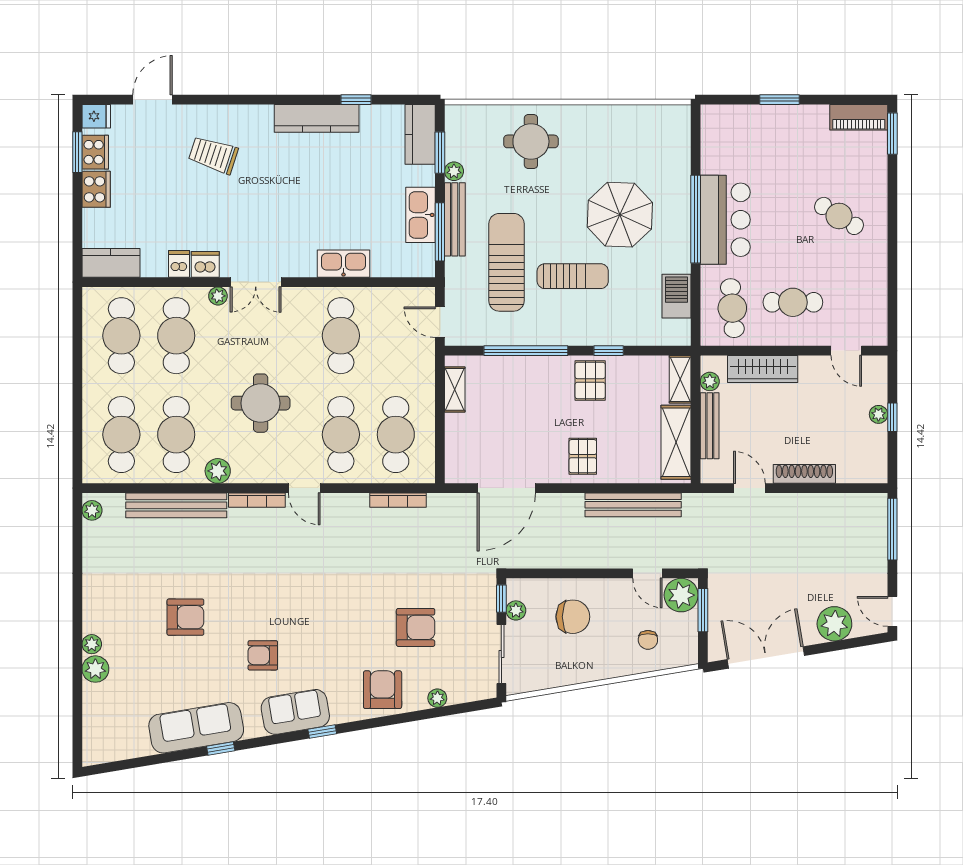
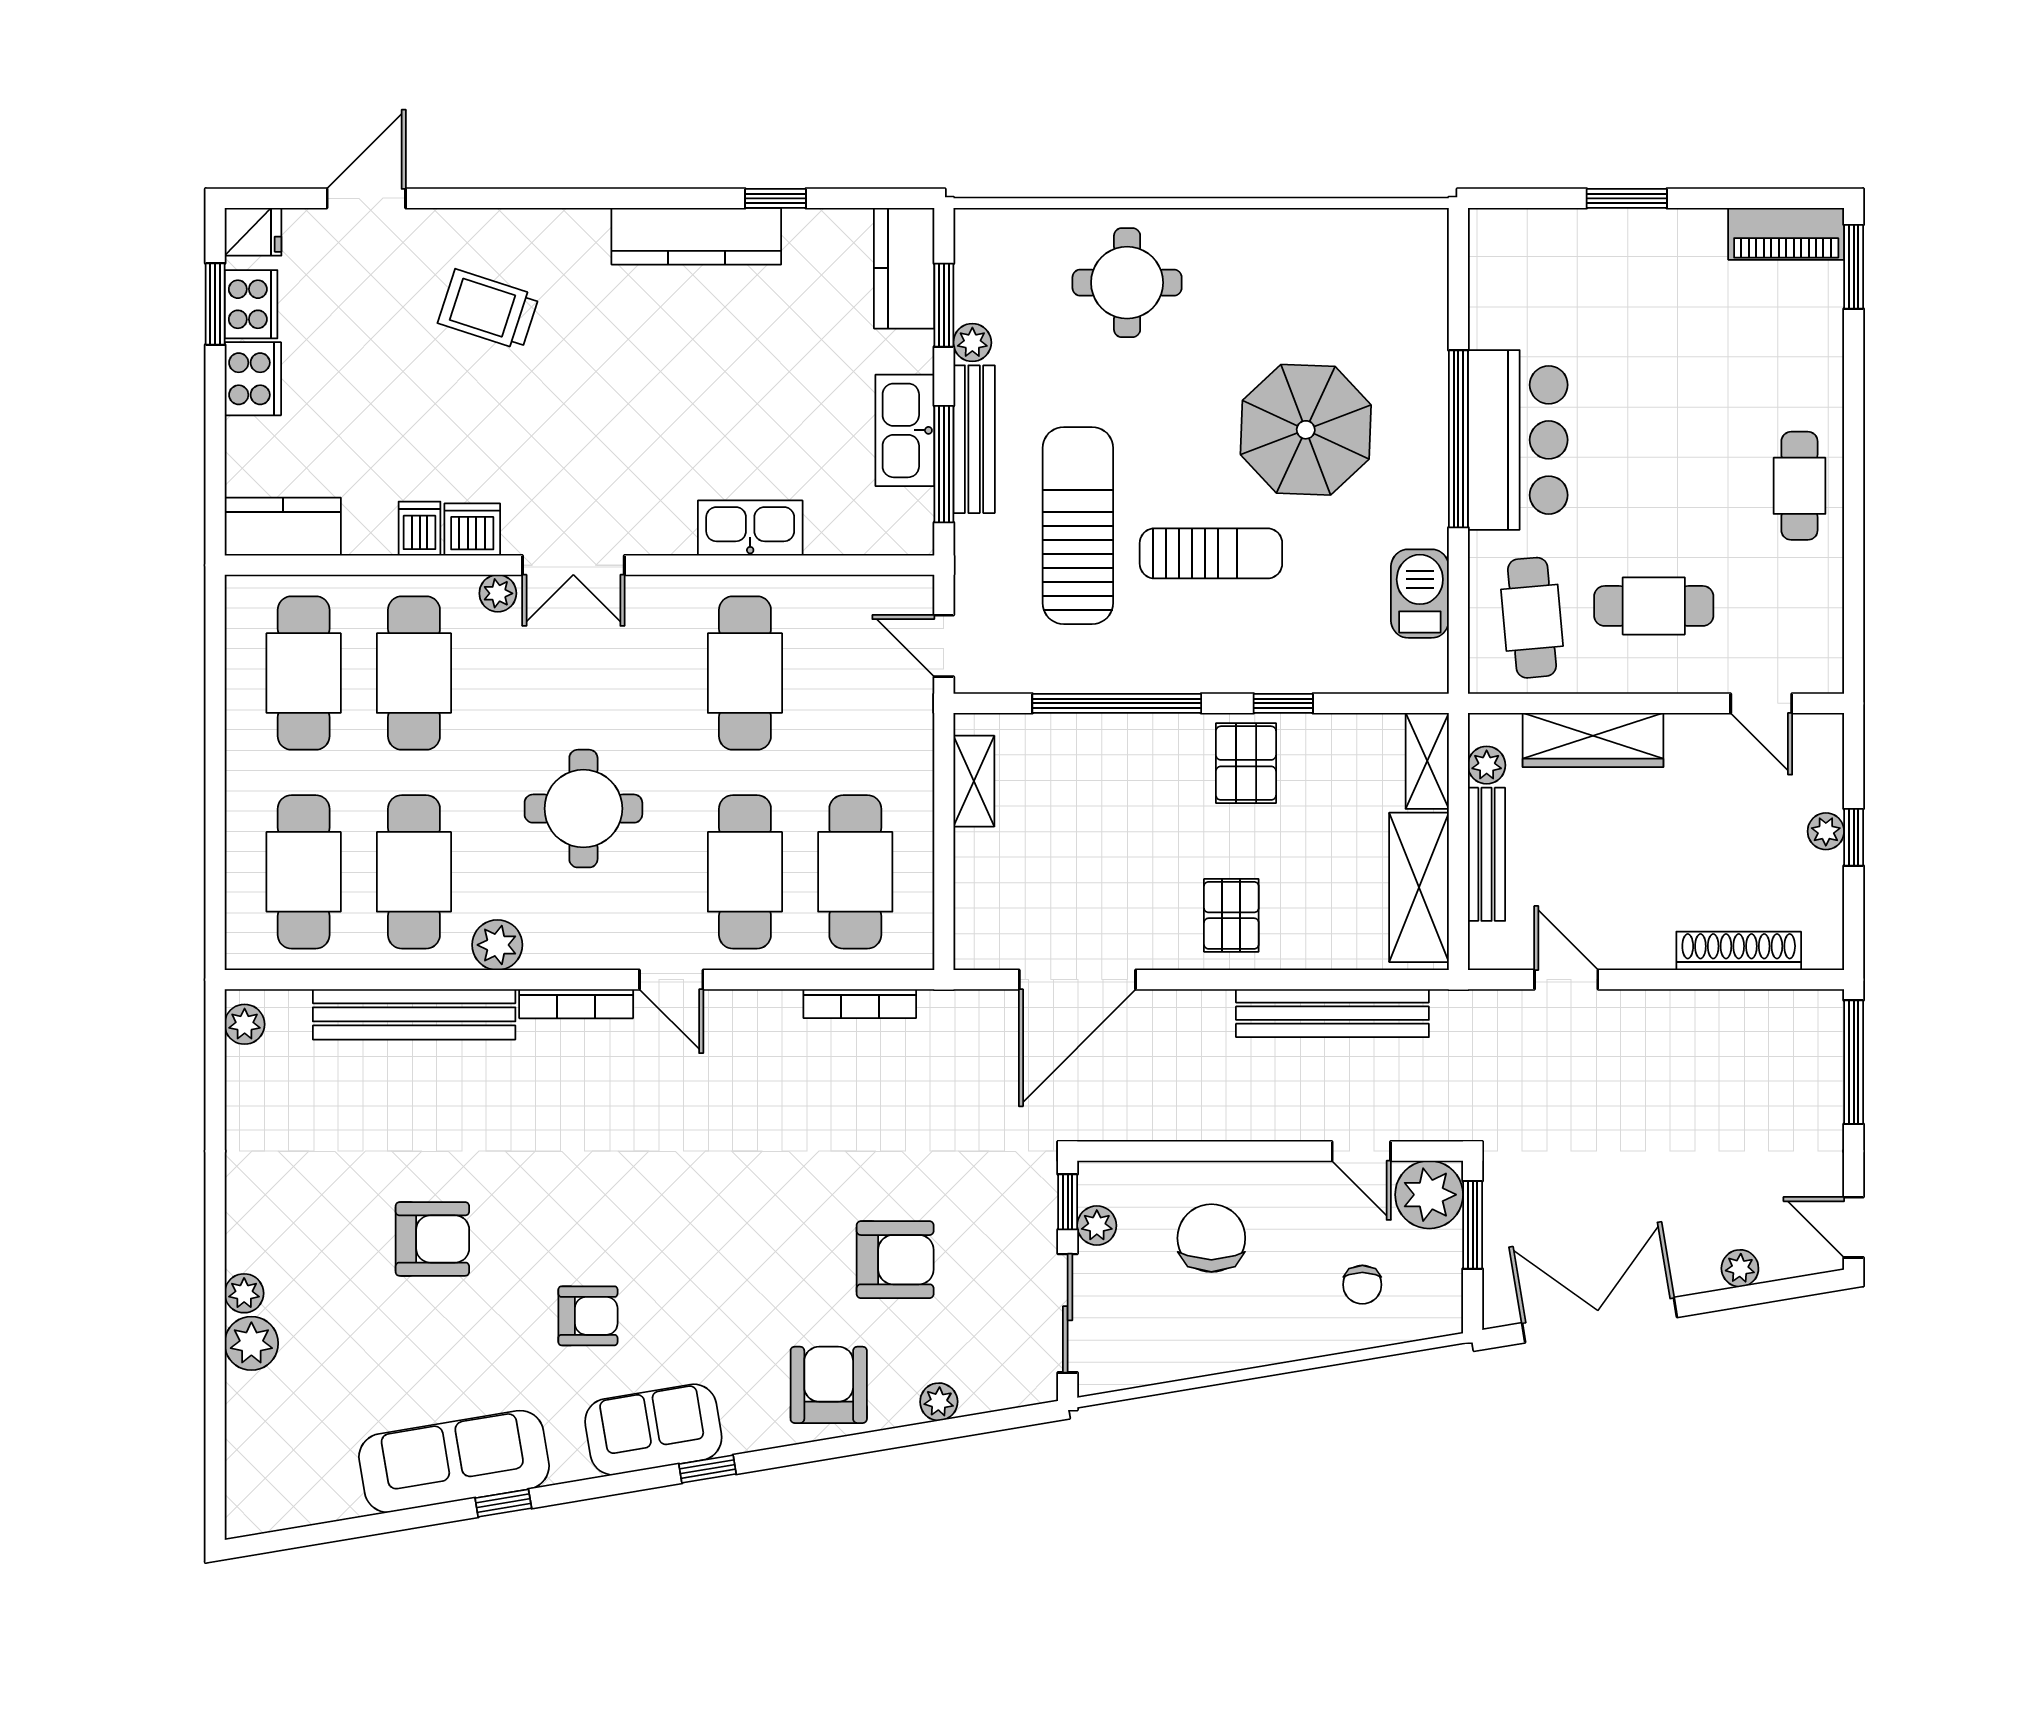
cafe table: (839, 216) -> (1799, 486), moved, turned 58
shoe rack: (804, 474) -> (1739, 951), moved
chair: (573, 617) -> (1211, 1238), turned -90
plant: (834, 624) -> (1740, 1268), width x0.53, depth x0.53
armchair: (263, 655) -> (588, 1316), turned 180

